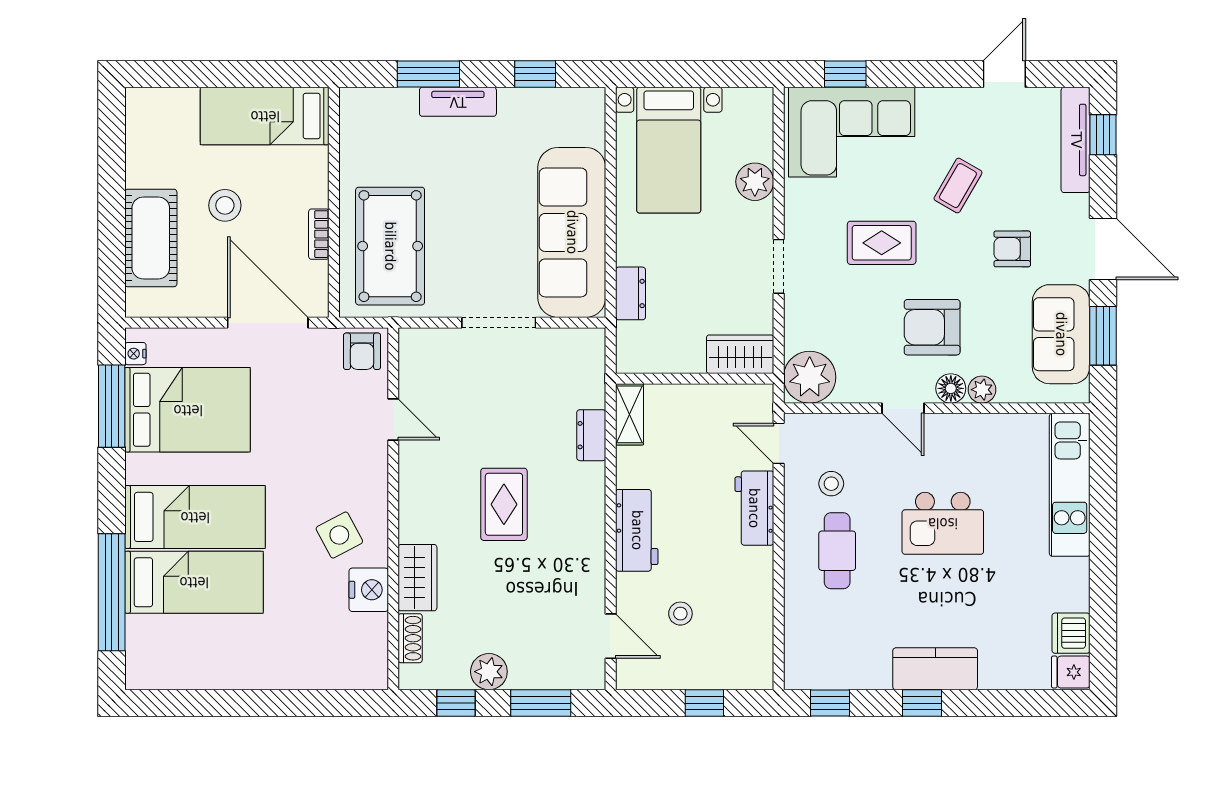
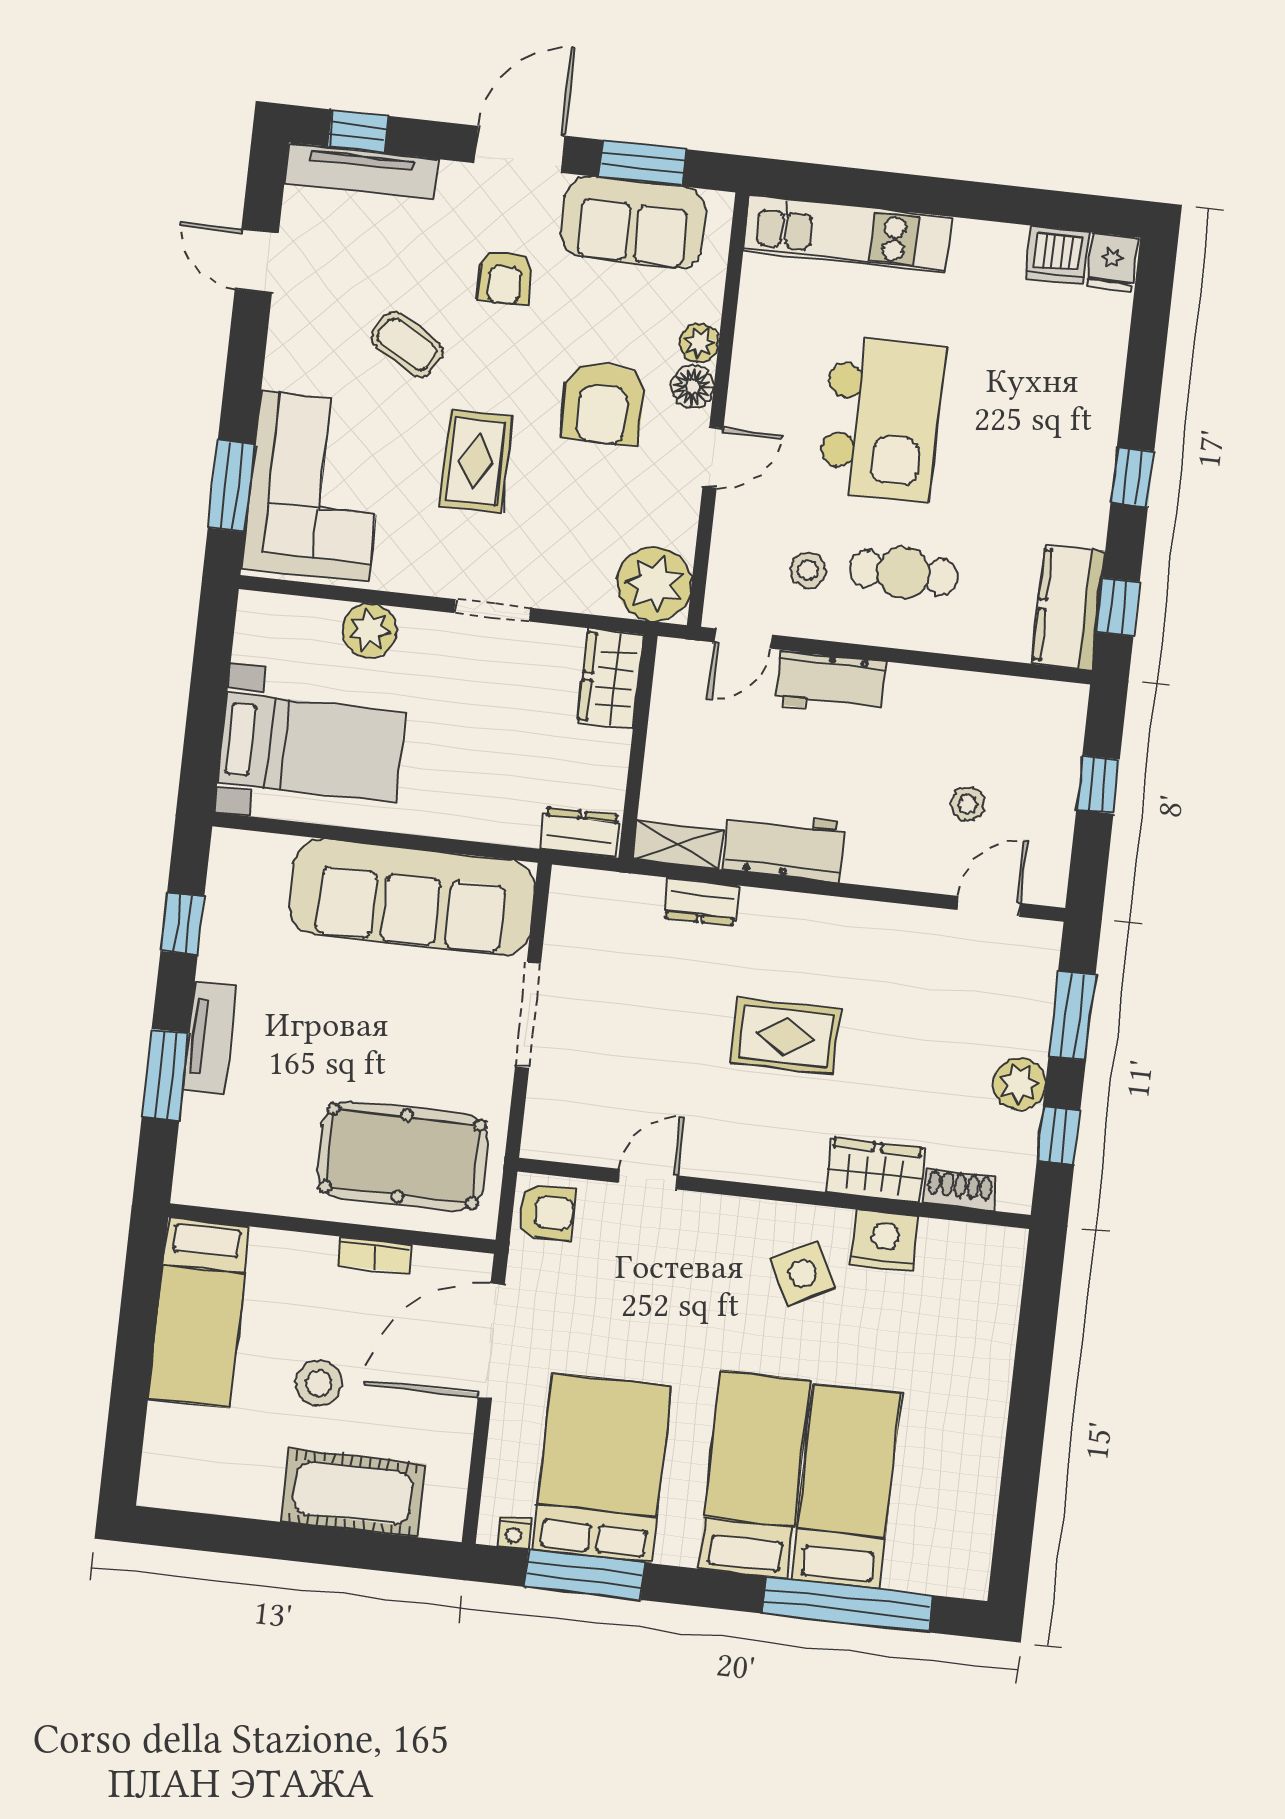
window: (845, 74) -> (232, 486), width x1.50
dresser: (630, 293) -> (581, 832), moved
kitchen island: (943, 523) -> (882, 419), width x1.37, depth x1.28
workbench: (637, 530) -> (784, 846), moved
kitchen counter: (935, 669) -> (1069, 608), moved

